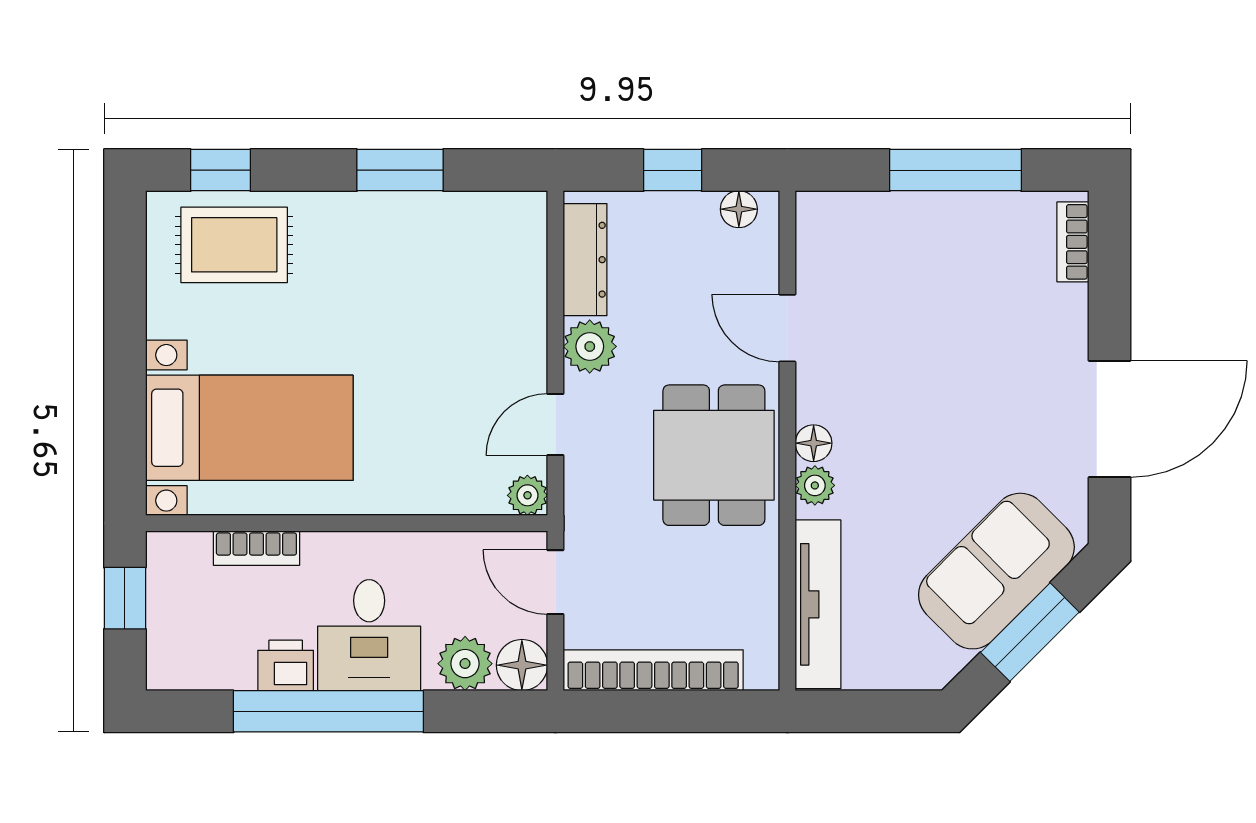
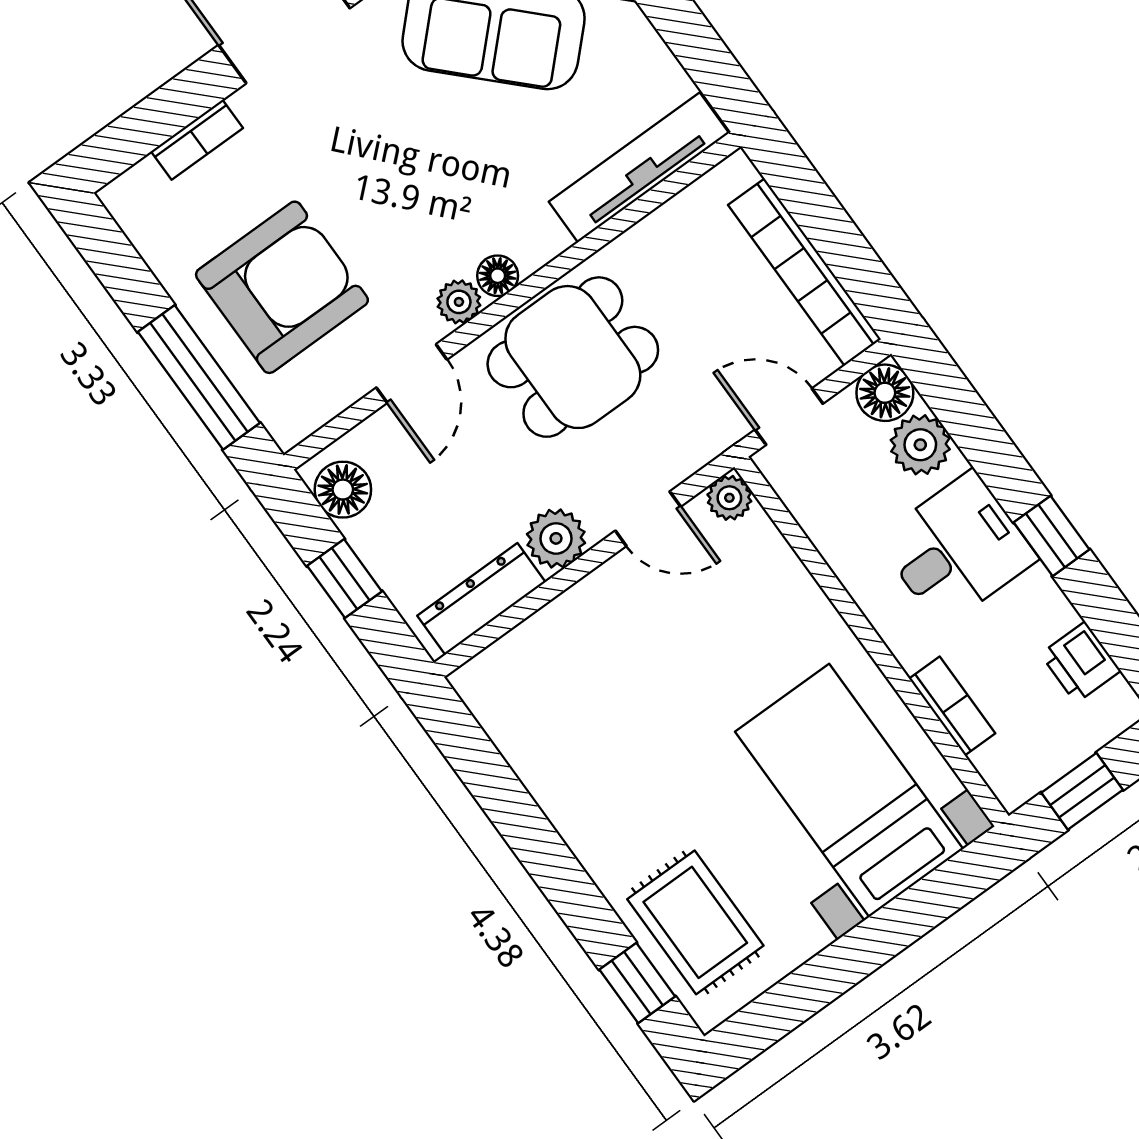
window: (400, 170) -> (521, 822), removed
window: (955, 170) -> (199, 377), moved
floor lamp: (739, 209) -> (343, 490), width x1.37, depth x1.37
bookcase: (1073, 242) -> (197, 140), moved
armchair: (920, 279) -> (282, 287), added
plant: (815, 485) -> (459, 302), moved
door: (555, 582) -> (789, 417), swing flipped
printer: (286, 665) -> (1081, 662), moved
window: (328, 711) -> (1052, 536), width x0.32

